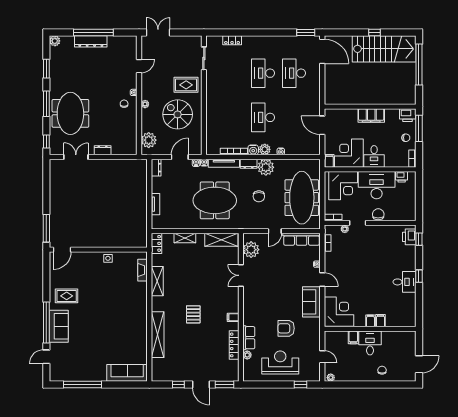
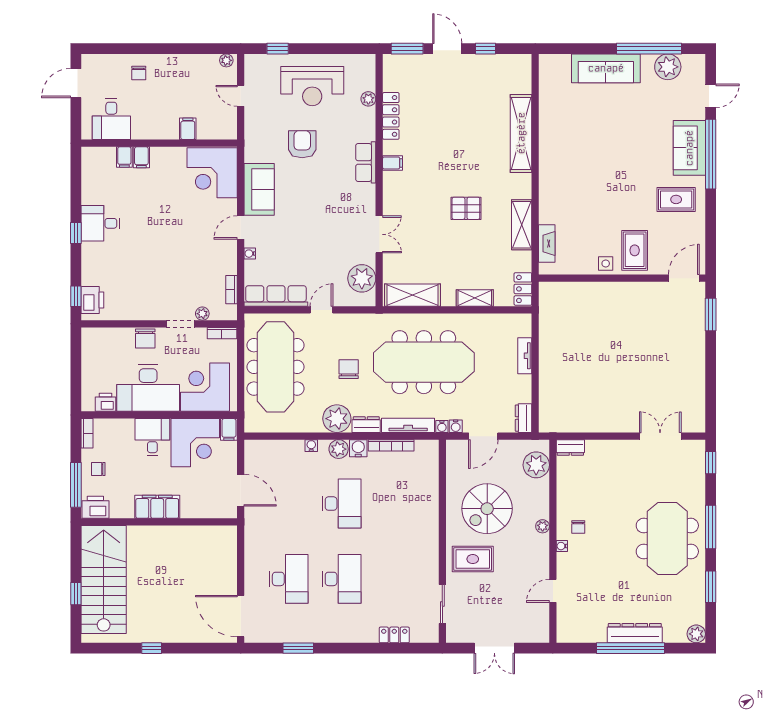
double door: (158, 32) -> (494, 648), moved
window: (306, 32) -> (298, 648), moved
stairs: (384, 49) -> (104, 579), moved, turned 90
window: (419, 64) -> (76, 594), width x0.32
meeting table: (70, 113) -> (667, 539), moved
spiral stairs: (178, 114) -> (487, 509), turned 90
dresser: (103, 150) -> (570, 447), moved
double door: (76, 157) -> (660, 436), swing flipped
meeting table: (215, 200) -> (424, 362), width x1.36
window: (46, 228) -> (711, 315), width x0.69
rug: (91, 266) -> (635, 250), added
door: (322, 279) -> (241, 227), hinge flipped
pallet: (193, 314) -> (466, 208), moved, turned 90
filing cabinet: (370, 321) -> (124, 157), moved
armchair: (286, 328) -> (302, 144), turned -90
row of seats: (249, 338) -> (366, 162), moved
desk: (370, 343) -> (111, 119), moved
sofa: (127, 373) -> (606, 68), moved
plant: (71, 374) -> (668, 67), added

